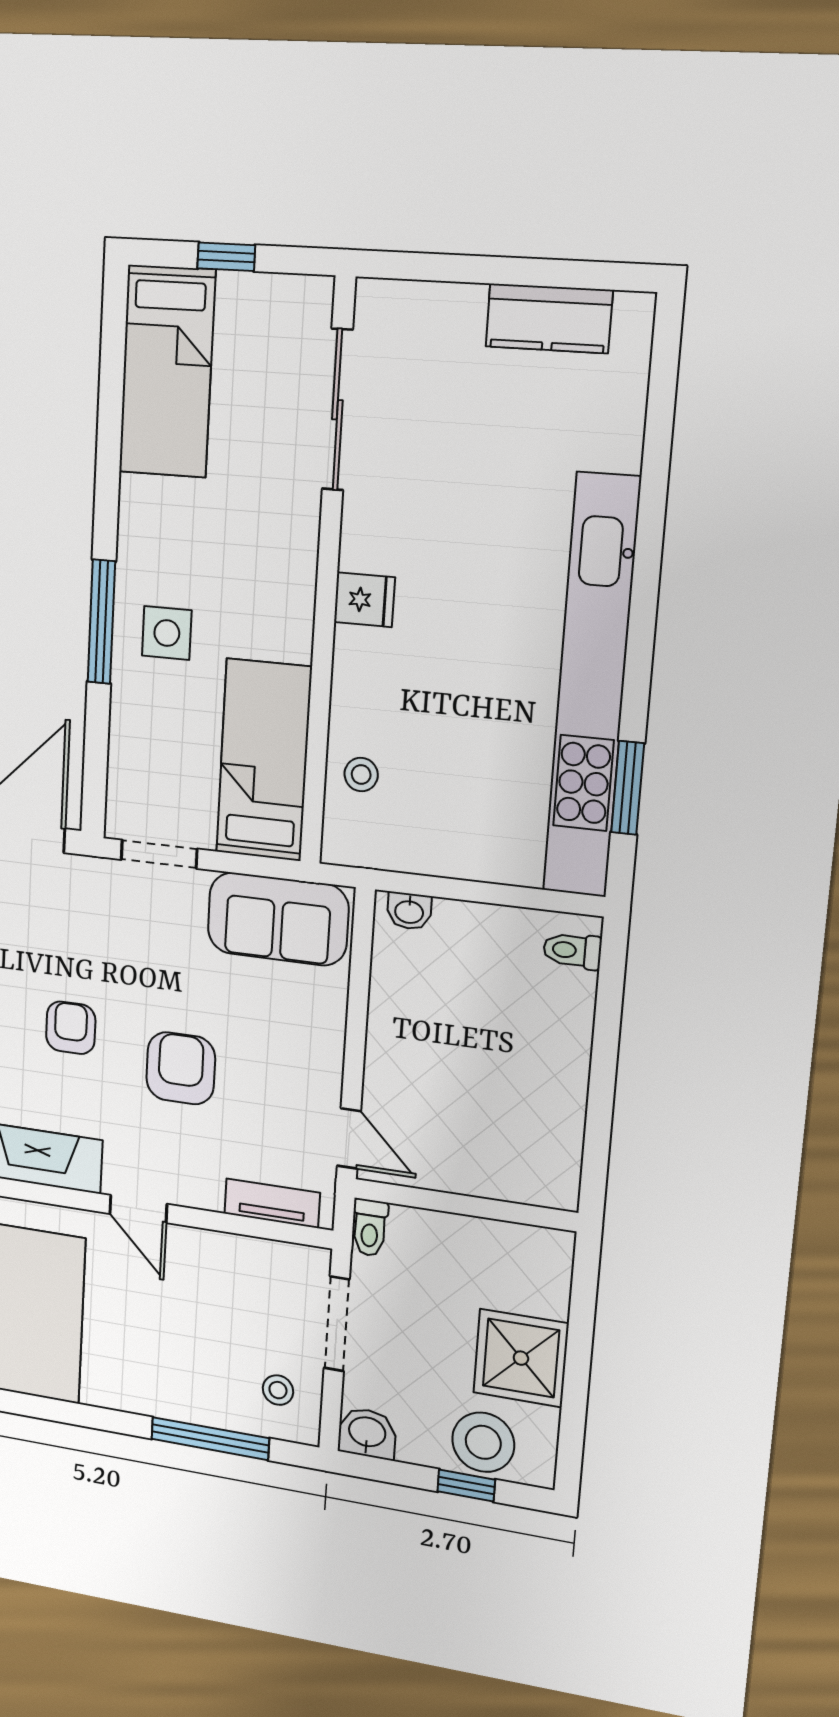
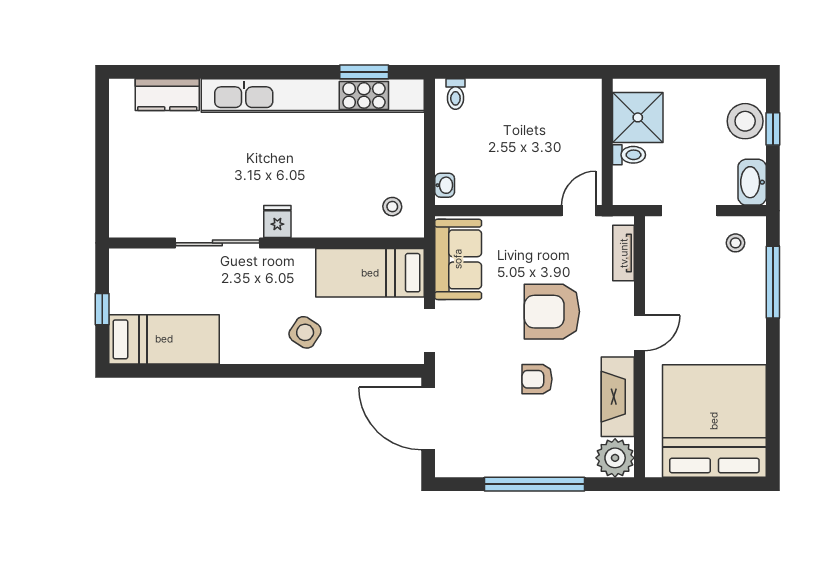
kitchen counter: (549, 318) -> (167, 95), moved, turned 90
sliding door: (337, 410) -> (217, 243), moved
window: (101, 622) -> (302, 371), removed
side table: (167, 633) -> (305, 332), turned 33
stool: (361, 774) -> (392, 207), moved
armchair: (181, 1068) -> (552, 312), width x1.36, depth x1.36
toilet: (370, 1228) -> (629, 155), moved
shower: (521, 1358) -> (638, 117), moved
washbasin: (367, 1433) -> (752, 182), width x1.38

